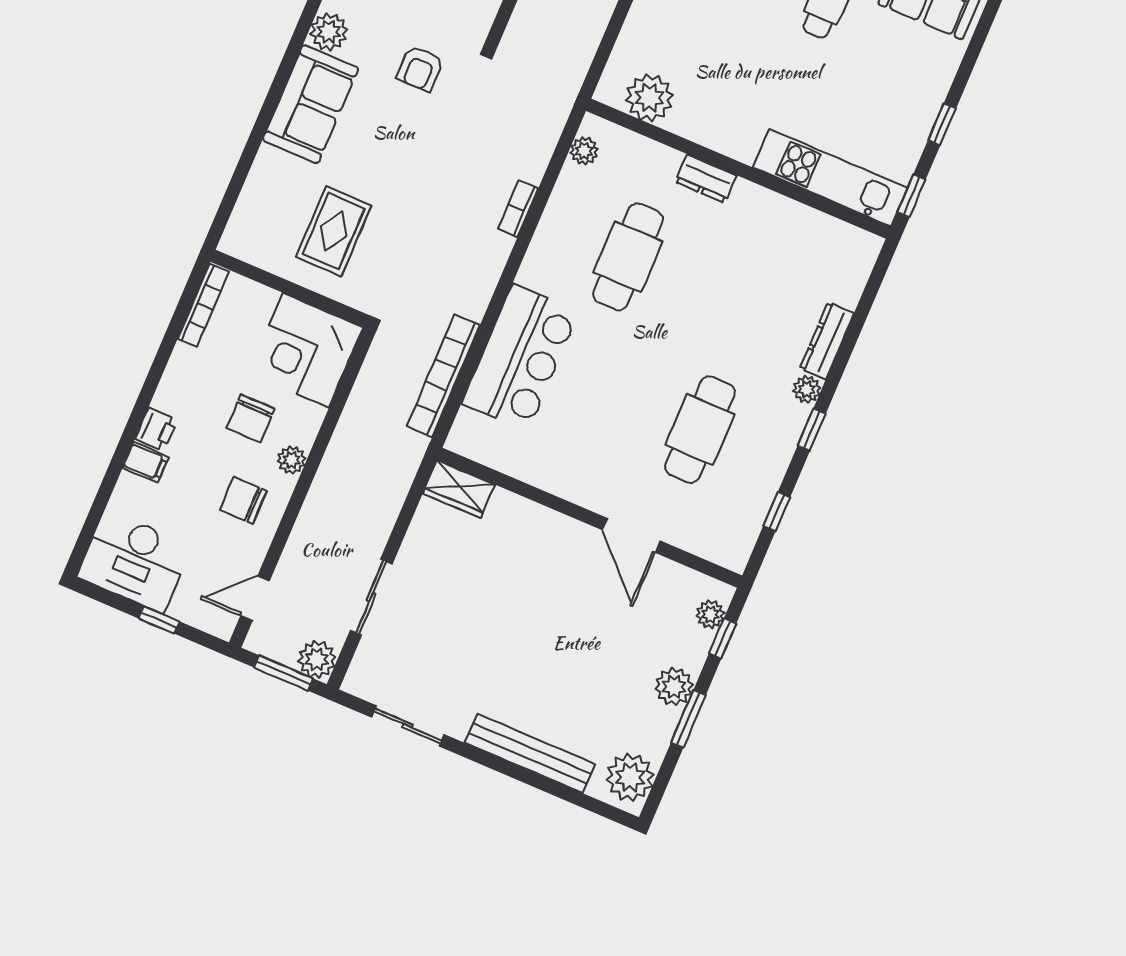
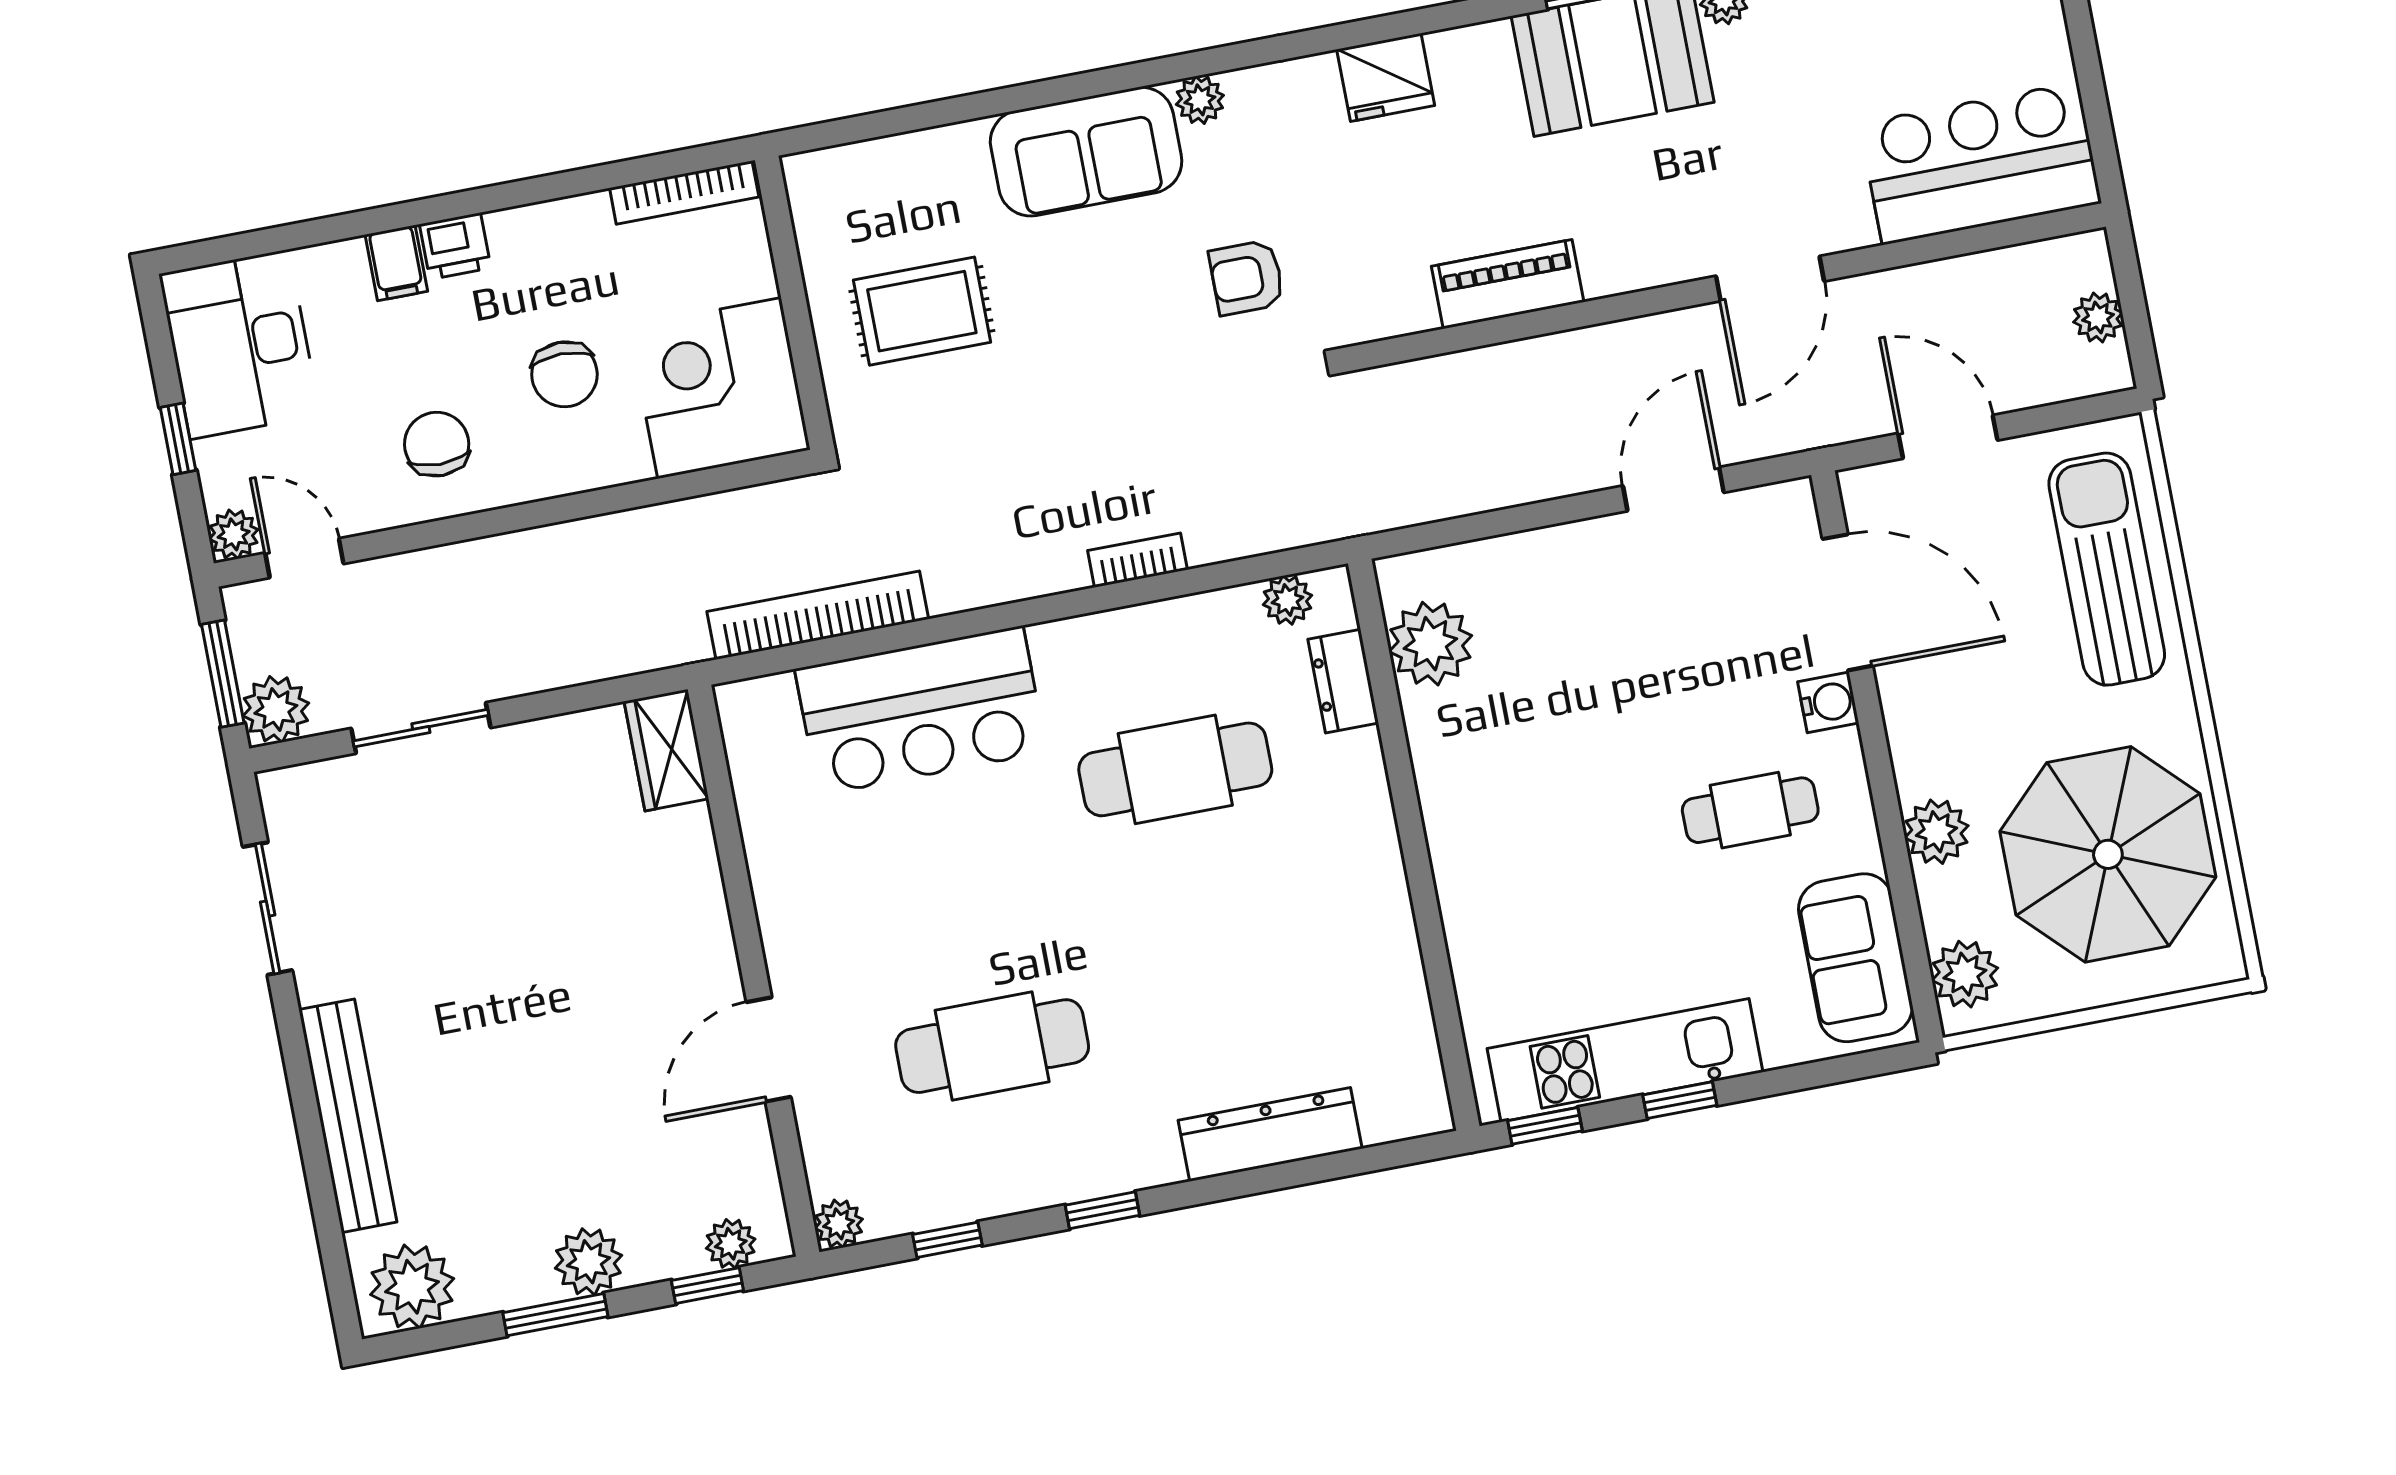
plant: (329, 32) -> (1200, 100), width x0.73, depth x0.73
kitchen unit: (830, 178) -> (1625, 1060), moved, turned -90
dresser: (706, 179) -> (1343, 681), moved
dresser: (827, 341) -> (1270, 1134), width x1.37, depth x1.24
plant: (807, 389) -> (839, 1224), moved
chair: (251, 419) -> (564, 374), turned -90
plant: (291, 460) -> (234, 534), moved

